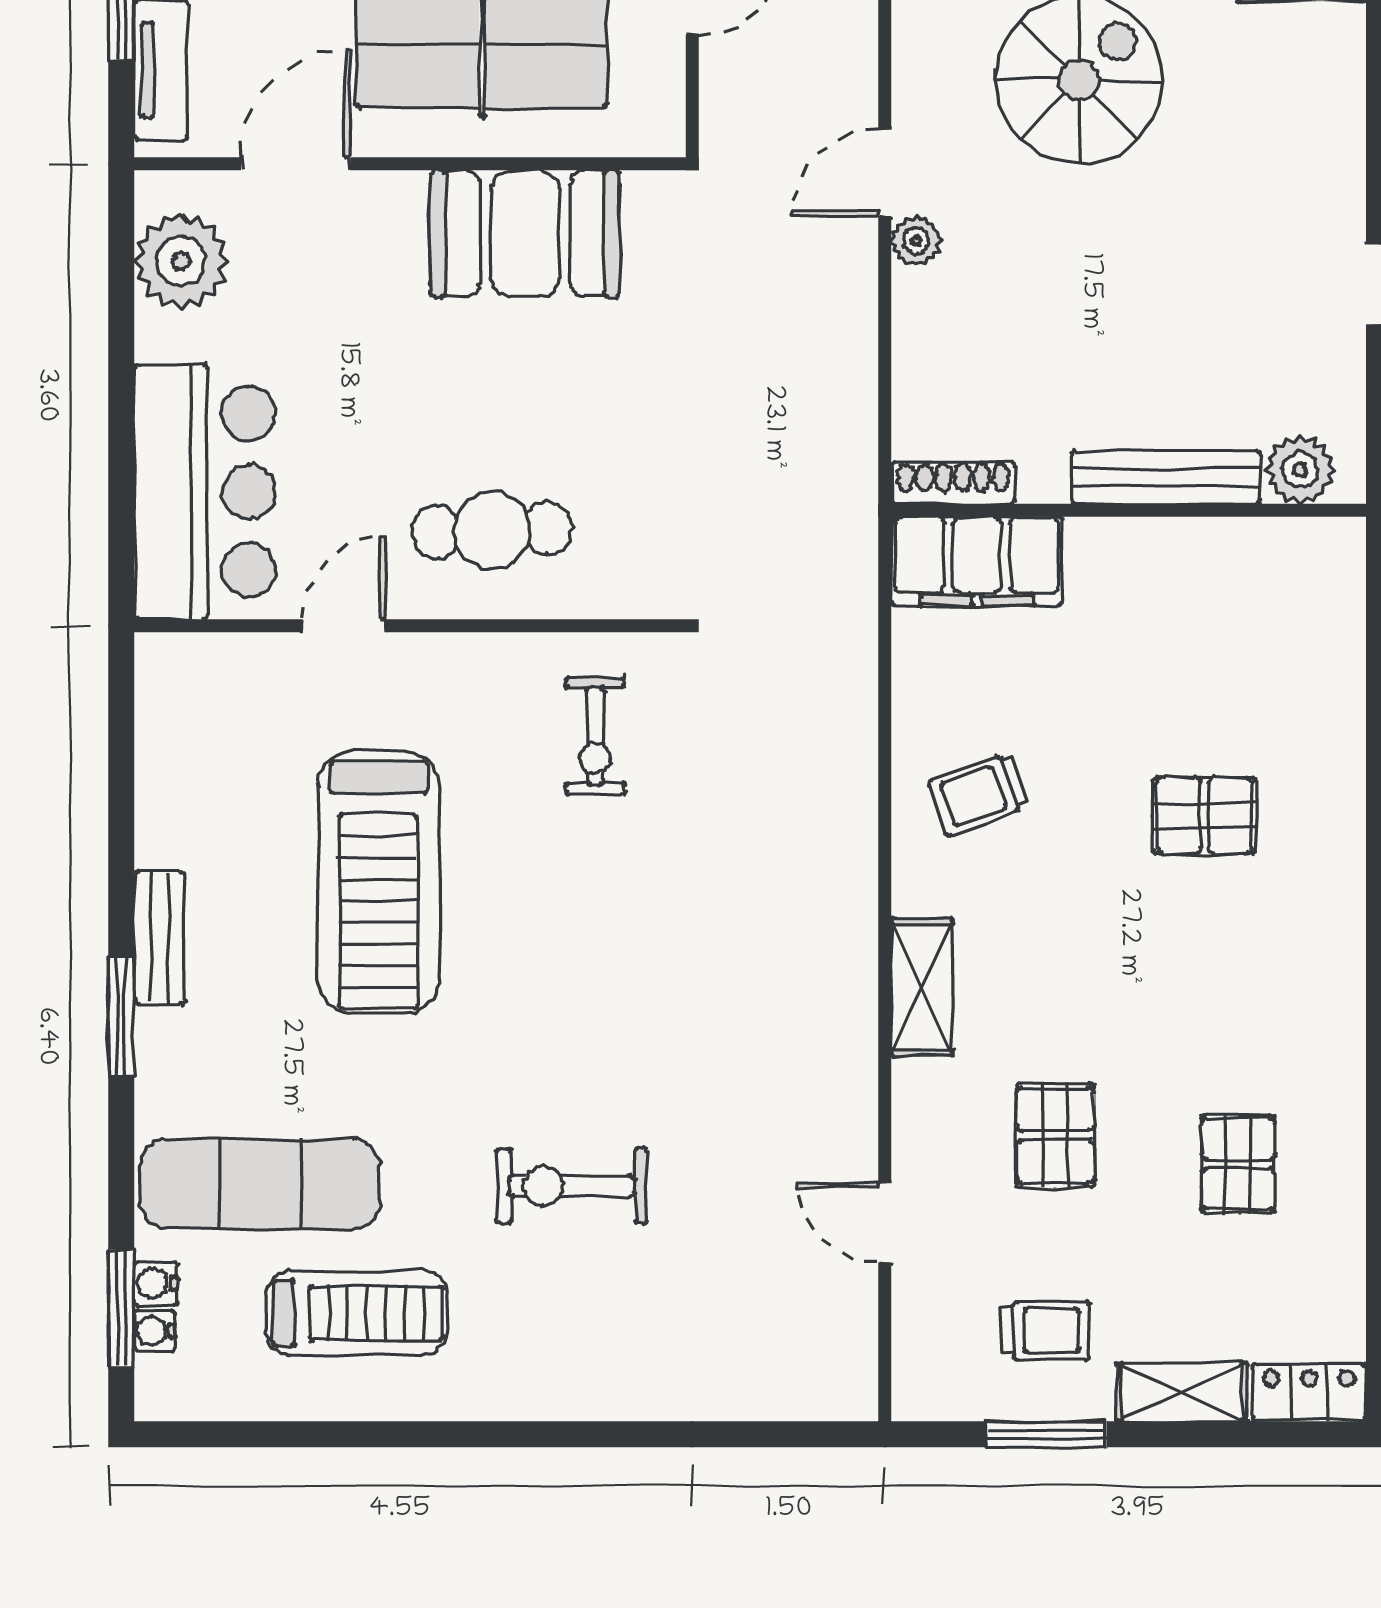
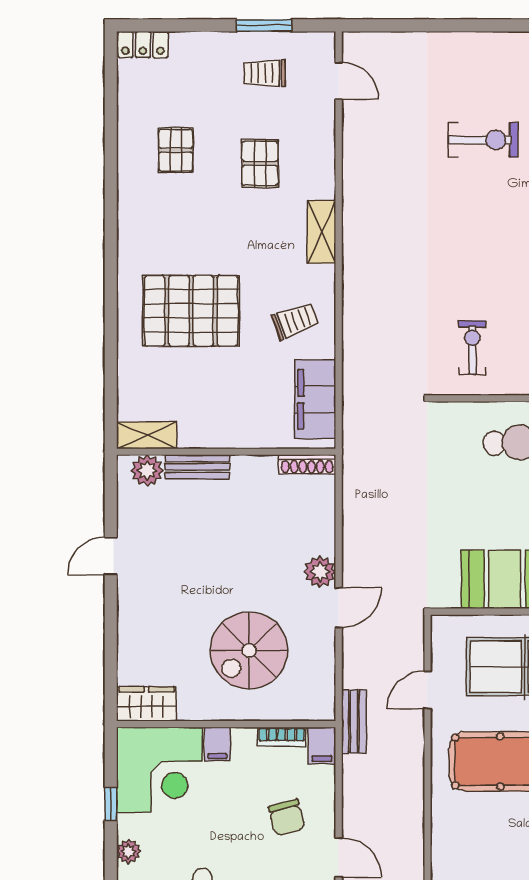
plant: (916, 241) -> (320, 572), width x1.38, depth x1.38
bench: (1166, 477) -> (197, 467), width x0.73
filing cabinet: (977, 561) -> (315, 399), moved, turned -90
pallet: (1205, 816) -> (191, 311), width x2.05, depth x2.00
door: (885, 1222) -> (339, 81), moved
shelving: (1182, 1392) -> (147, 435), moved

